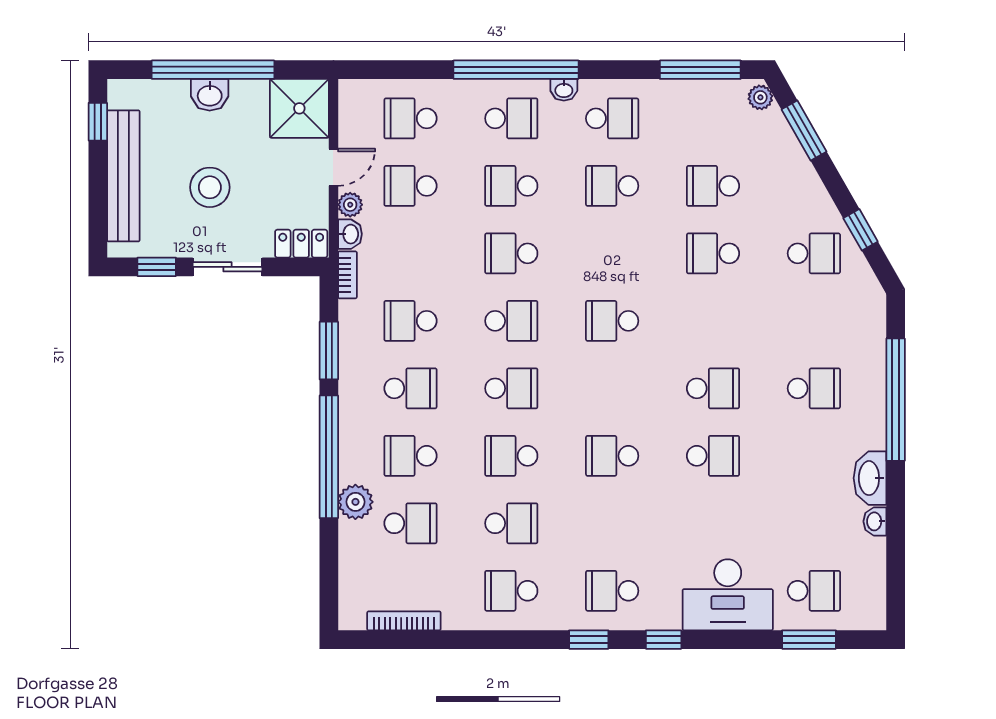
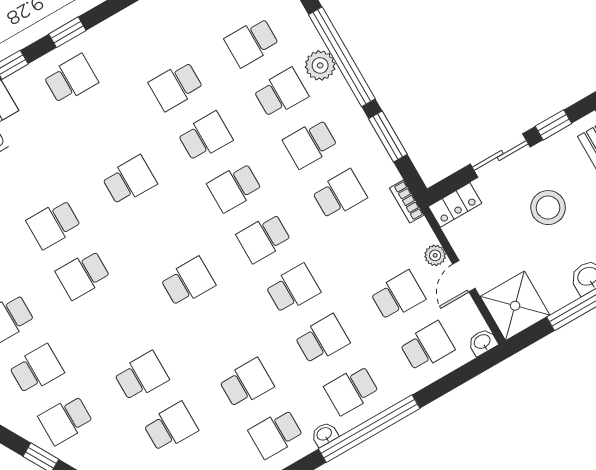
washbasin: (350, 234) -> (482, 342), moved, turned 90
plant: (355, 502) -> (320, 65), moved
school desk: (511, 591) -> (36, 369), moved

